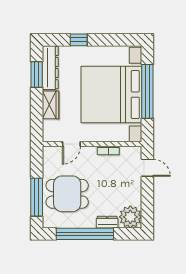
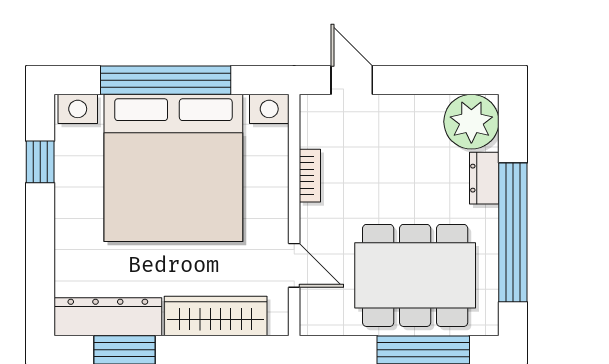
window: (79, 40) -> (40, 162), moved
wardrobe: (51, 105) -> (216, 316), width x1.50
door: (147, 168) -> (352, 80), hinge flipped
dining table: (67, 194) -> (415, 275), width x1.38

